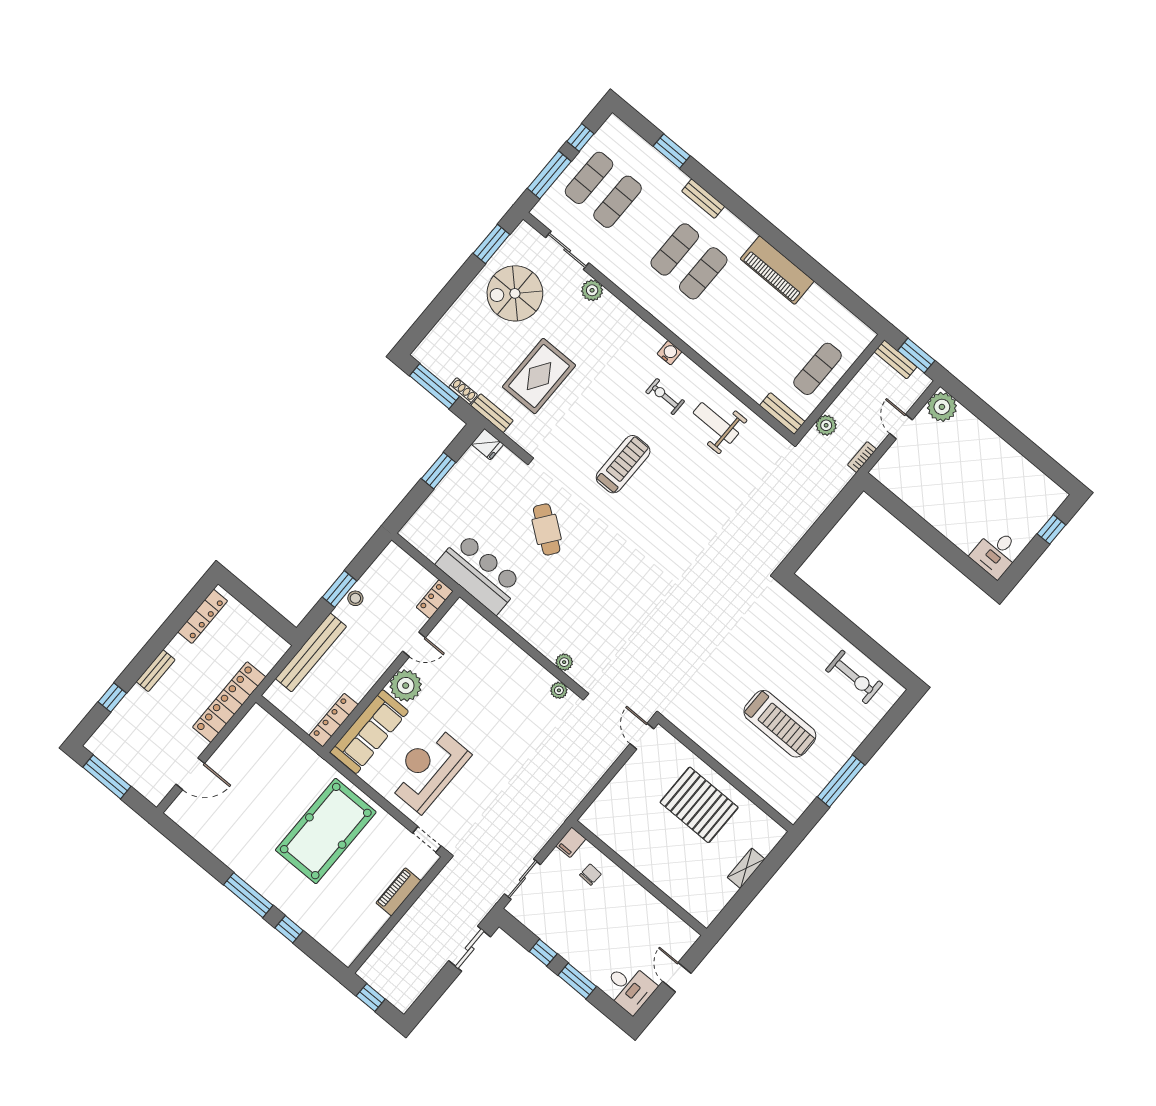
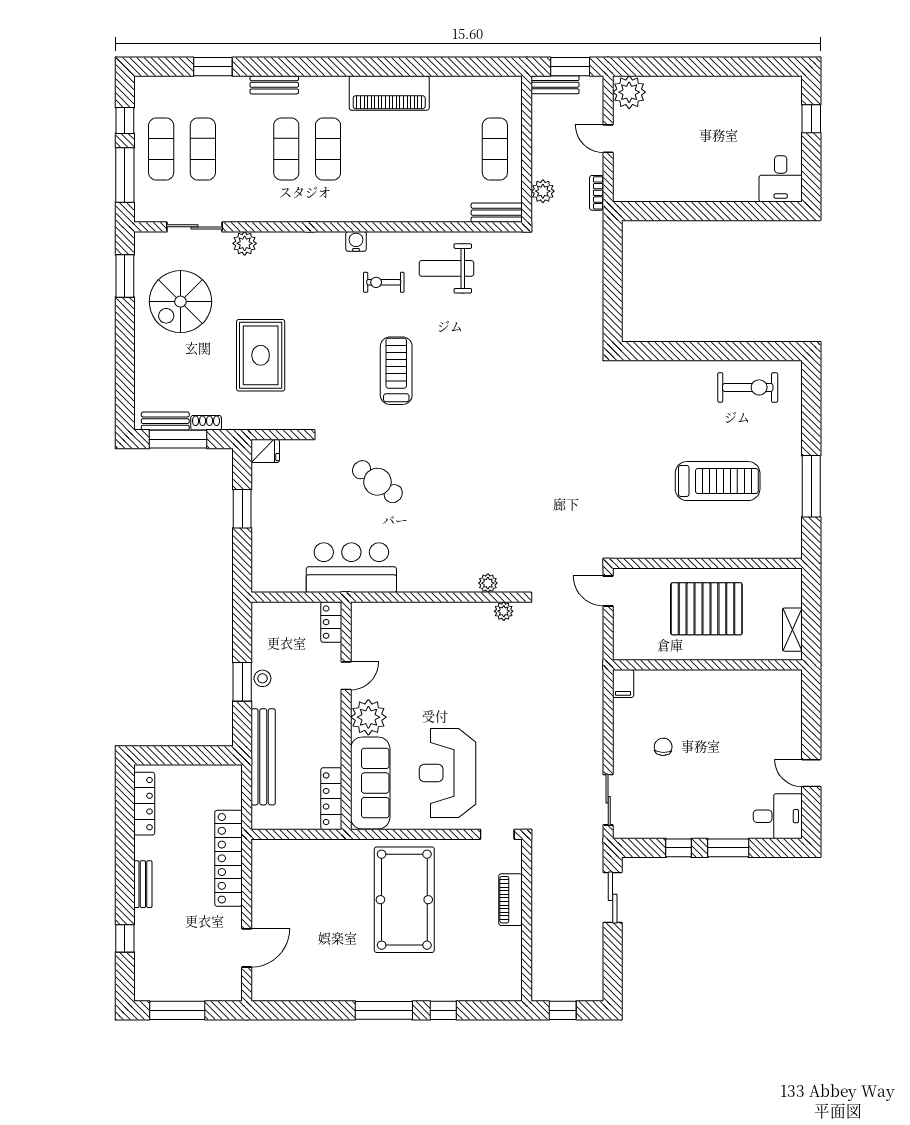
bench: (492, 413) -> (165, 421), moved
filing cabinet: (571, 842) -> (623, 684), moved
wall: (639, 878) -> (707, 665), moved

